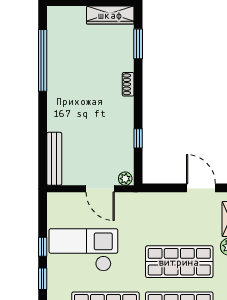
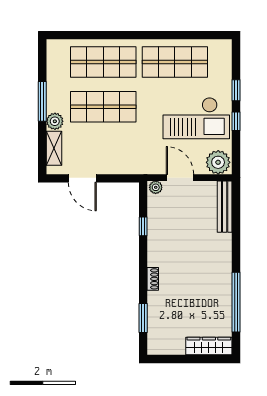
wardrobe: (110, 15) -> (209, 346), moved
plant: (61, 204) -> (218, 162), added

